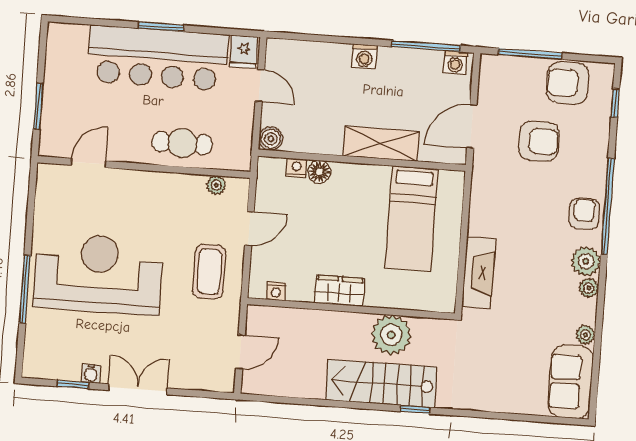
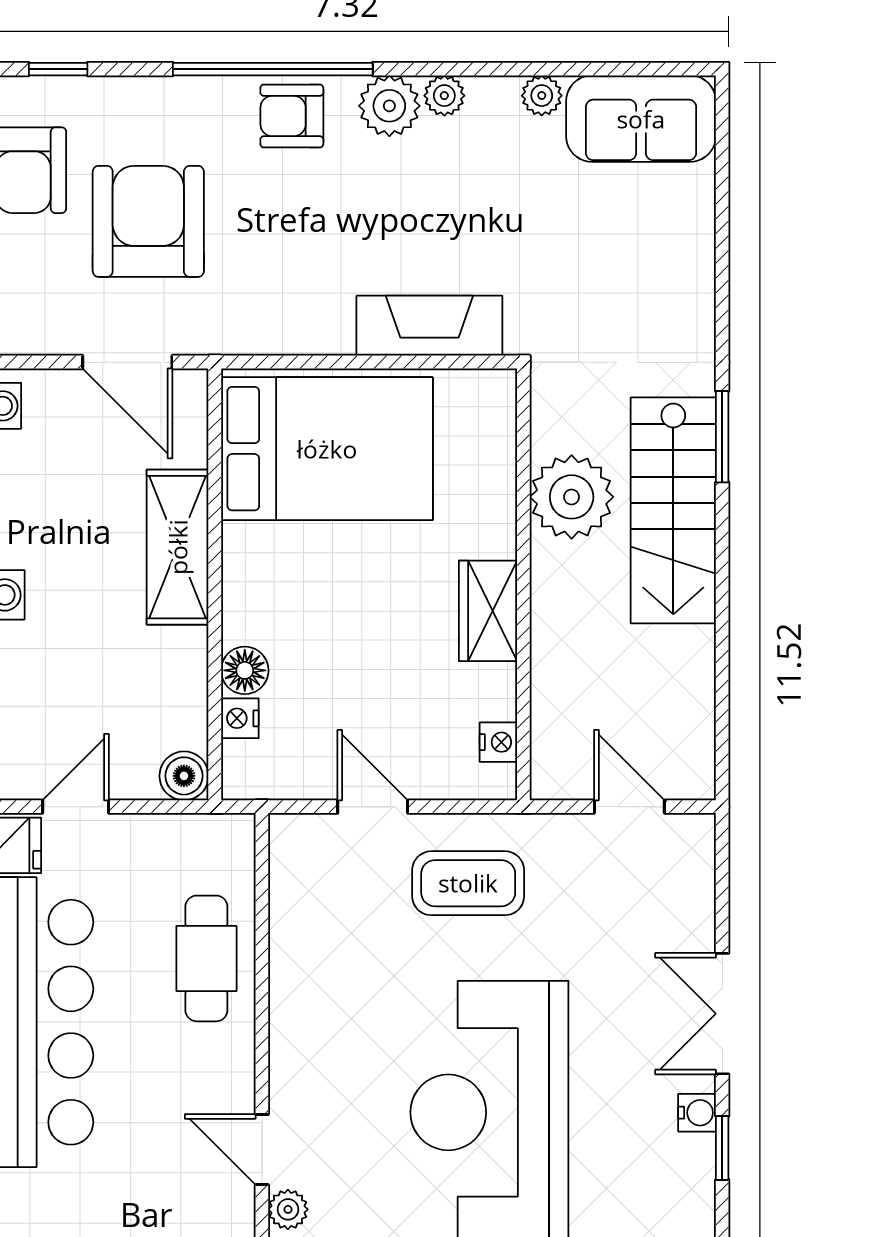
armchair: (539, 141) -> (148, 221), width x1.36, depth x1.36
plant: (216, 185) -> (288, 1209), moved
bed: (412, 218) -> (327, 449), width x1.50
window: (415, 410) -> (722, 437), width x1.50

